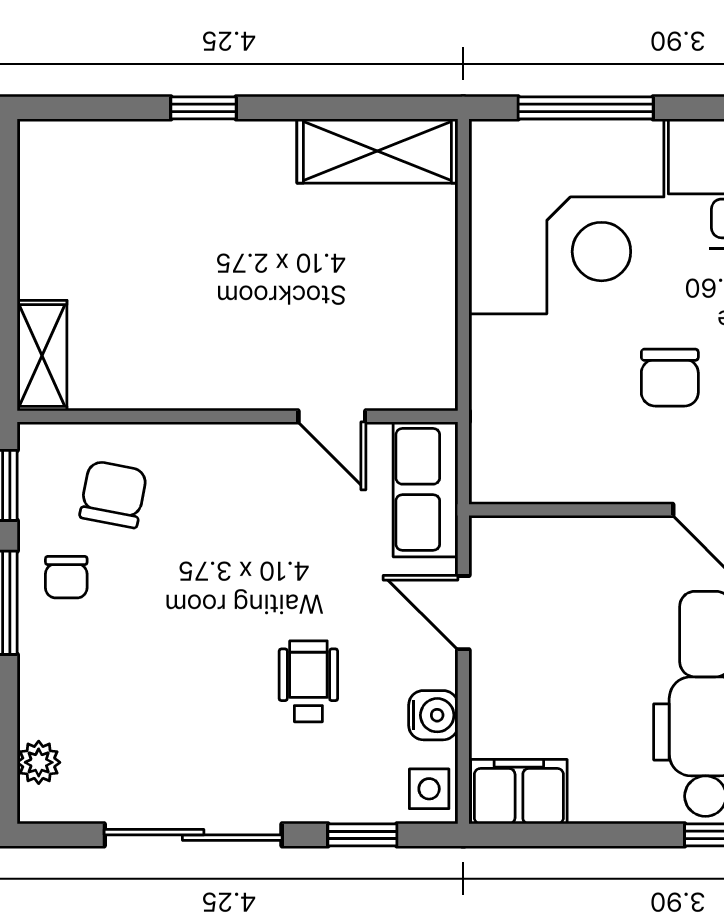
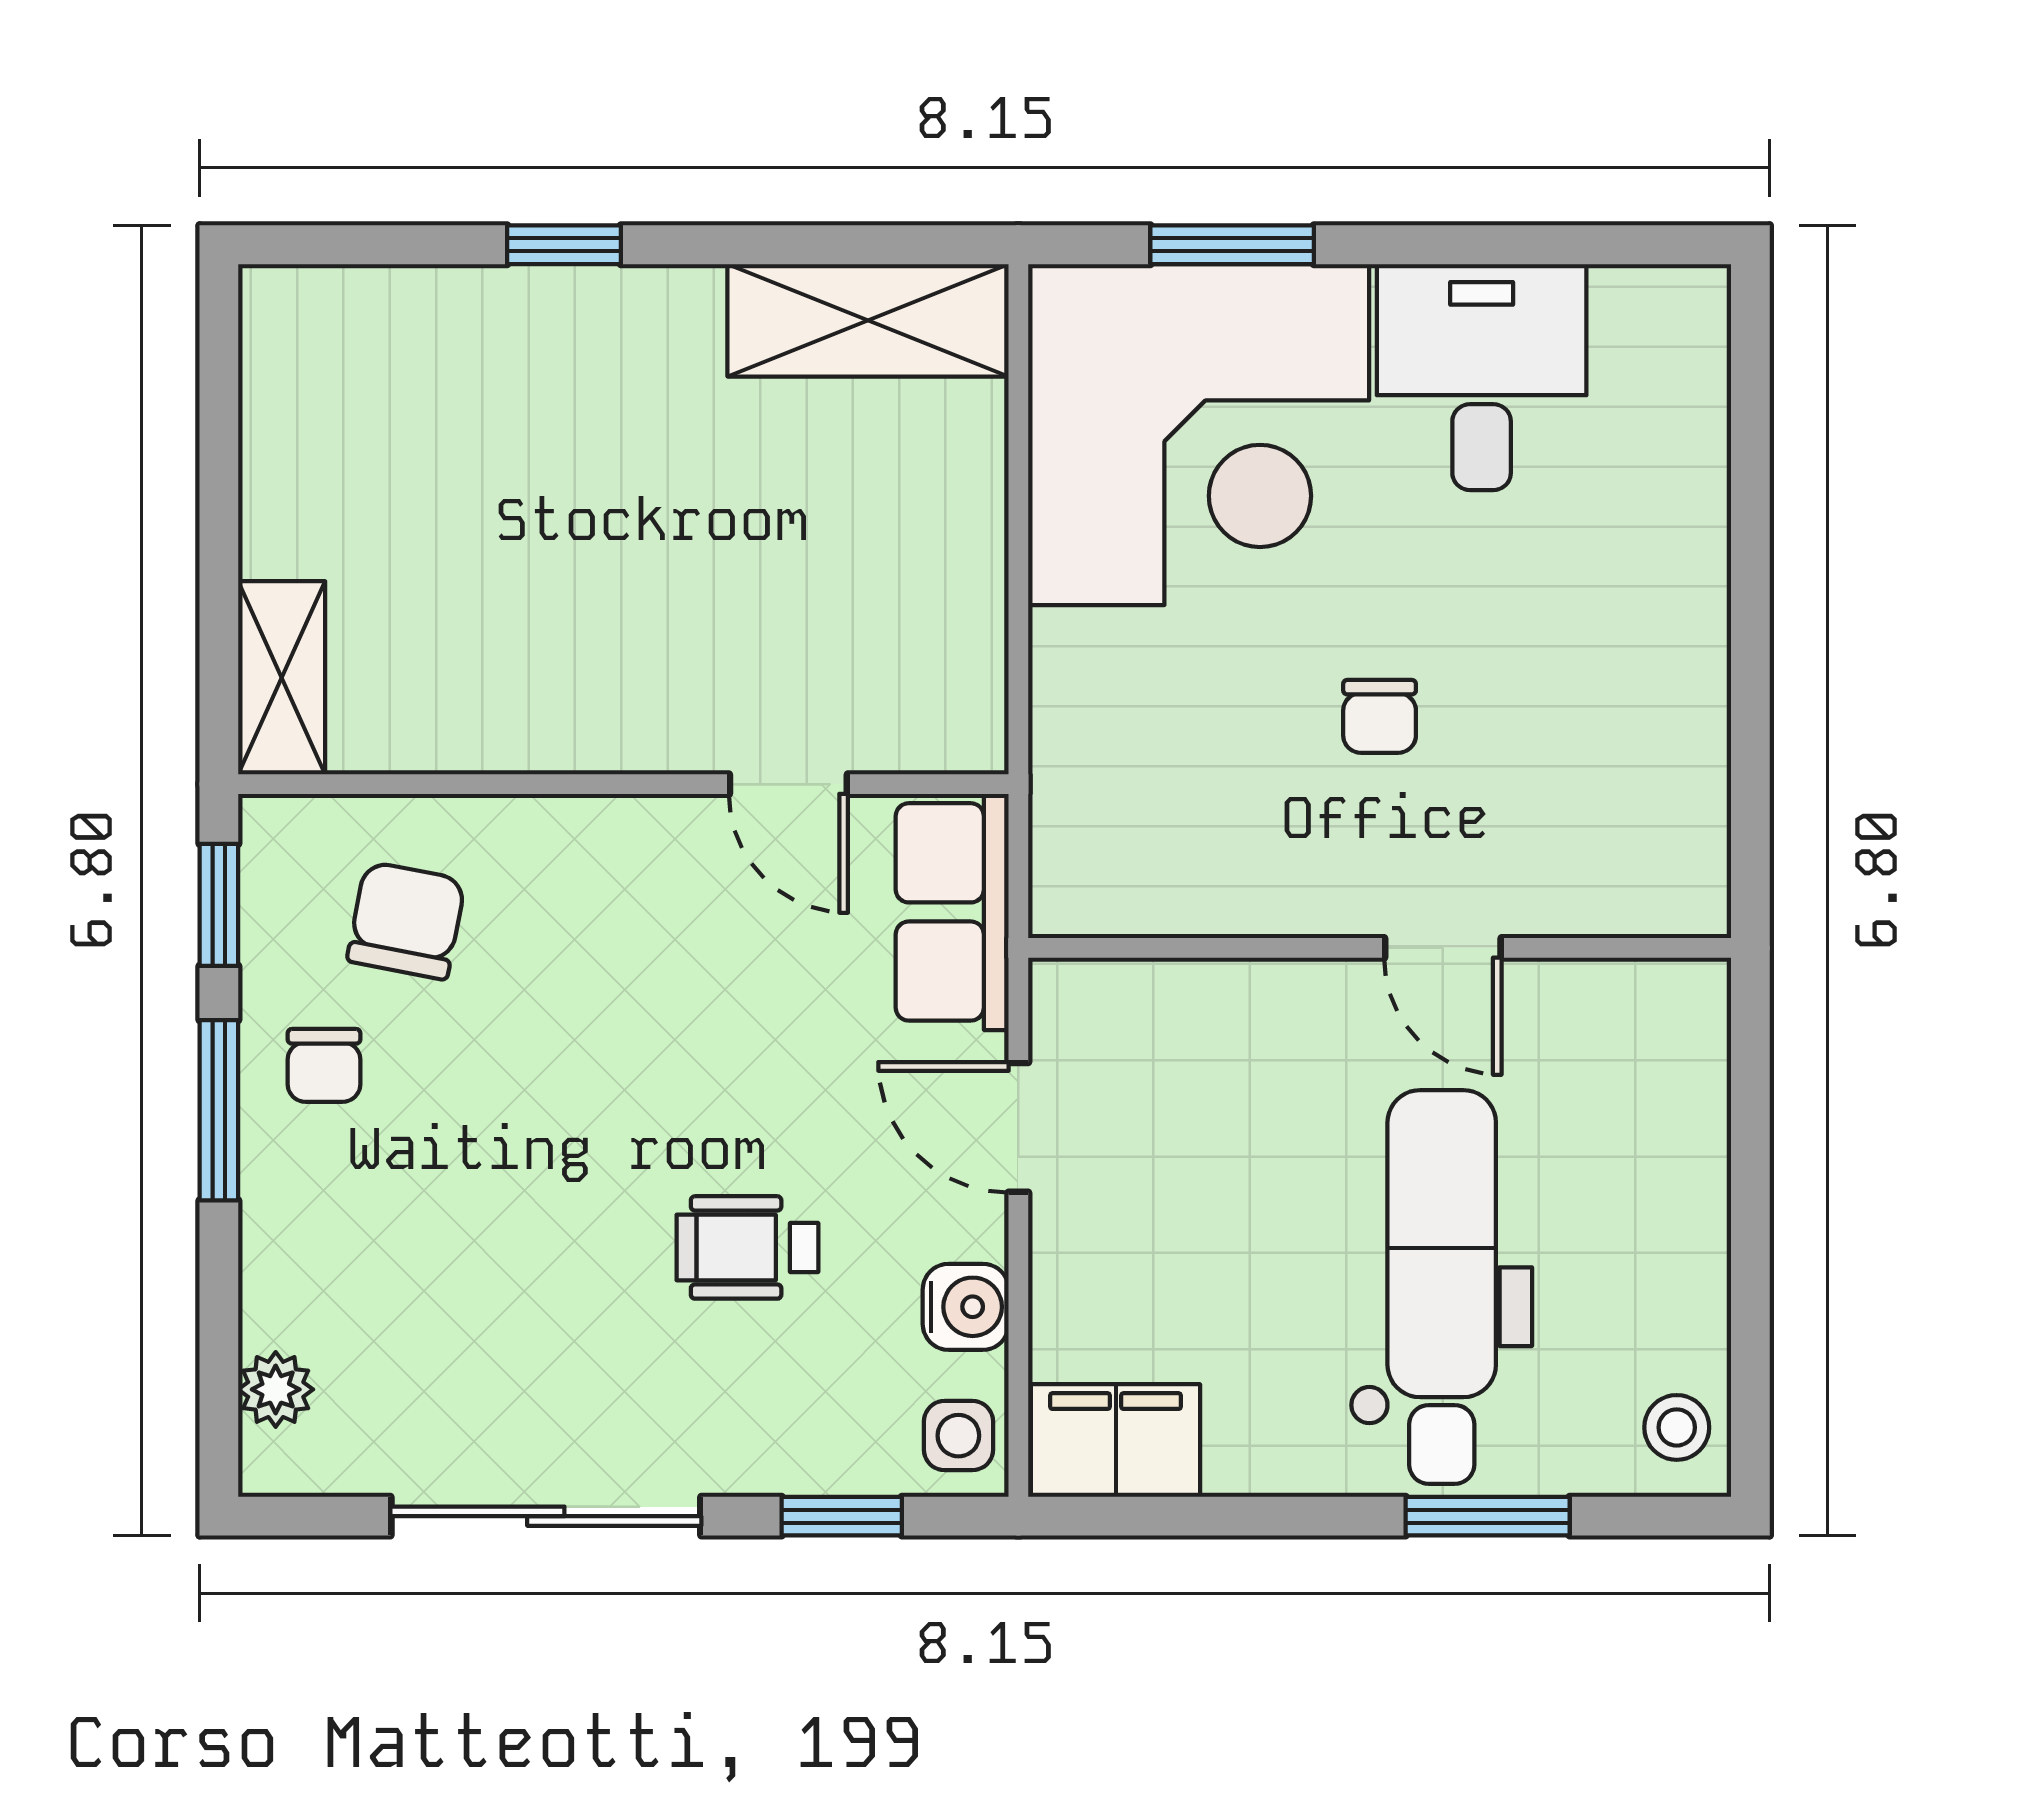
window: (586, 108) -> (1232, 245), width x0.69
chair: (670, 378) -> (1380, 716), width x0.73, depth x0.73
wheelchair: (308, 681) -> (747, 1247), turned -90

